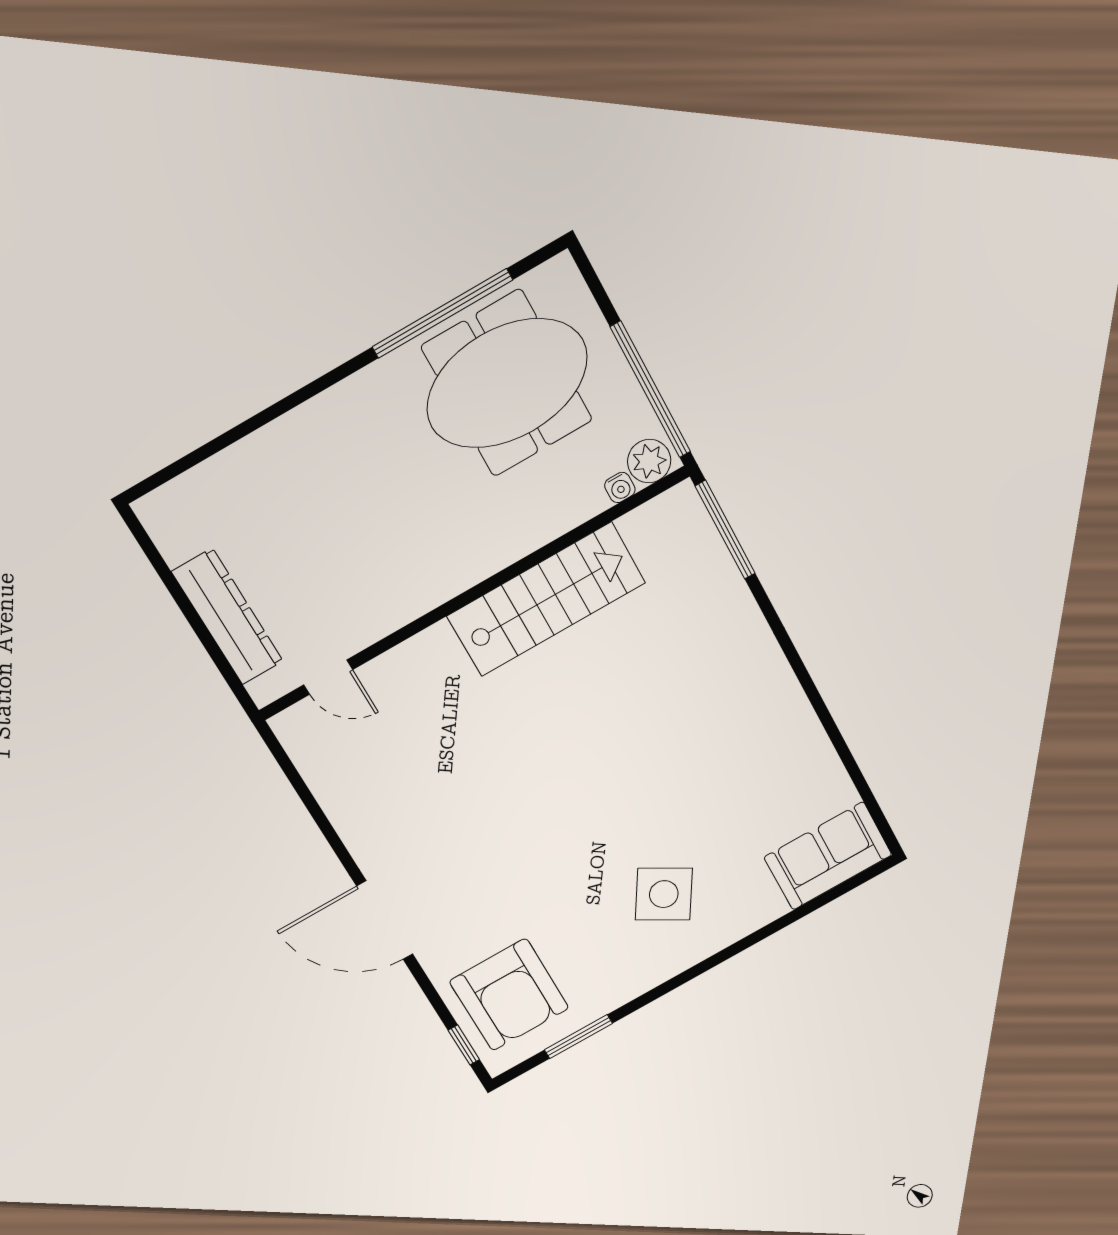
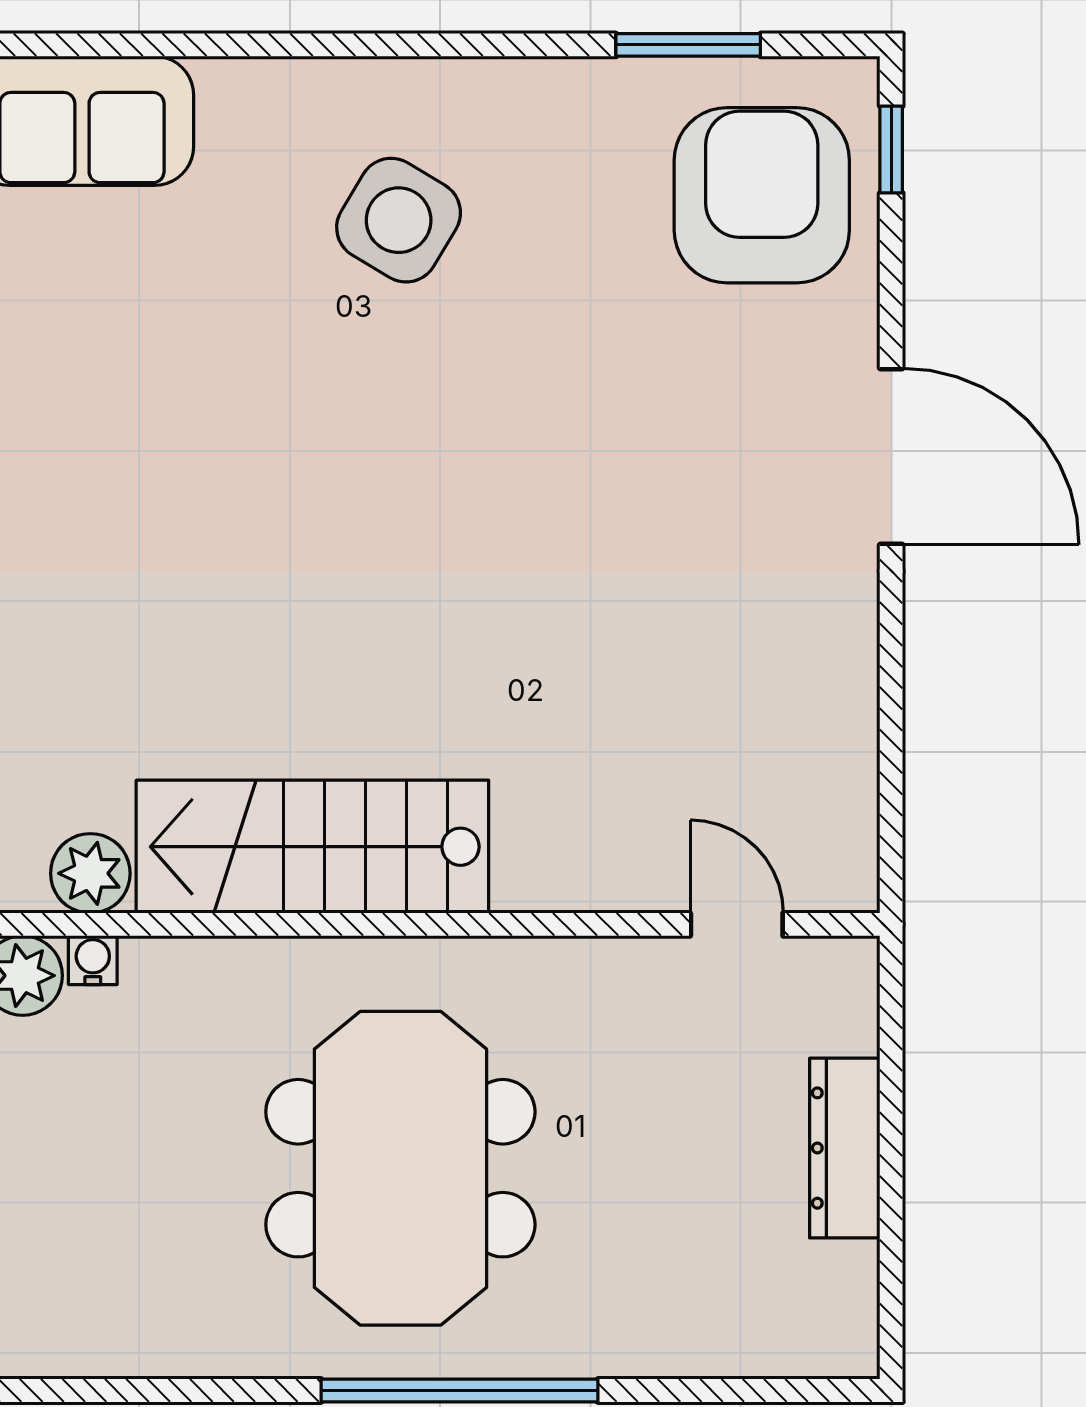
window: (442, 313) -> (459, 1391), moved
meeting table: (507, 383) -> (400, 1168), moved, turned 90
plant: (643, 528) -> (90, 873), added
dresser: (228, 617) -> (845, 1148), width x0.73, depth x0.80

